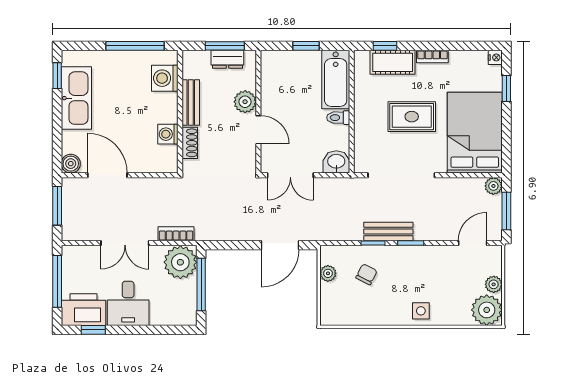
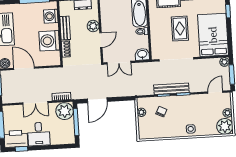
rug: (412, 117) -> (180, 29), turned 90
door: (258, 130) -> (101, 40), hinge flipped
washing machine: (168, 134) -> (49, 41), width x1.89, depth x1.89
bench: (388, 232) -> (171, 89), width x1.36
door: (280, 245) -> (97, 100), moved

